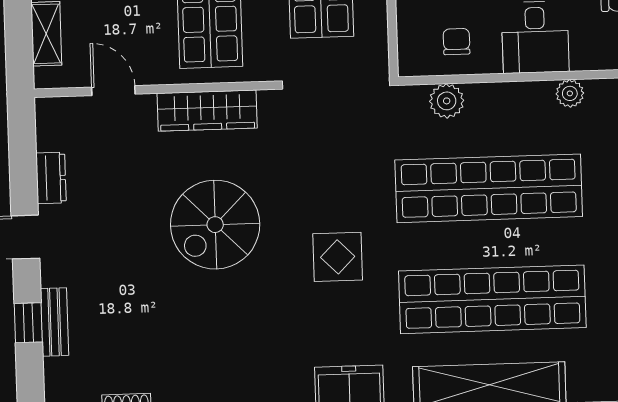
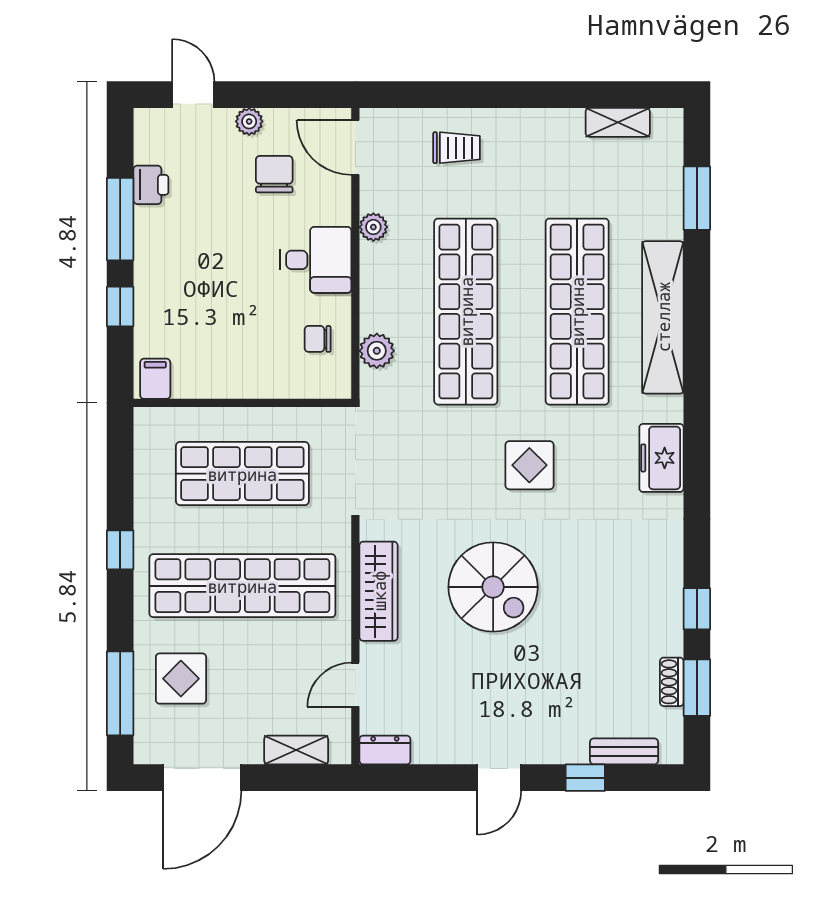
dresser: (51, 178) -> (385, 750), moved
bench: (54, 322) -> (624, 751), moved

